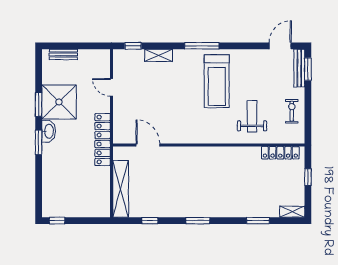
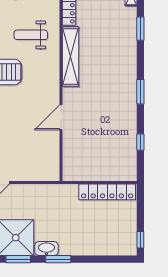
locker: (103, 140) -> (107, 192), moved
door: (148, 145) -> (61, 117), moved
shelving: (121, 189) -> (70, 57), moved, turned 90

